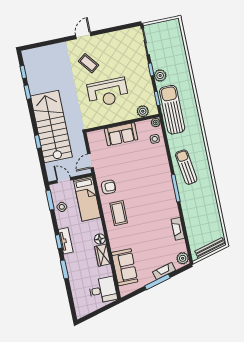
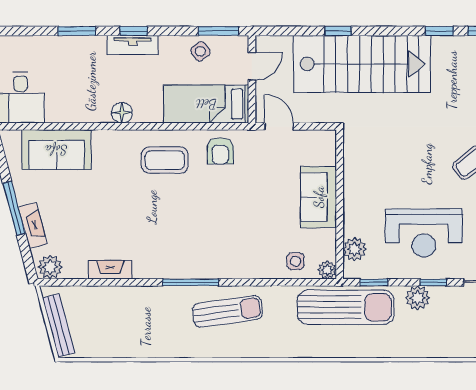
reception desk: (108, 93) -> (424, 233), moved, turned -90
wardrobe: (102, 255) -> (89, 111), removed

